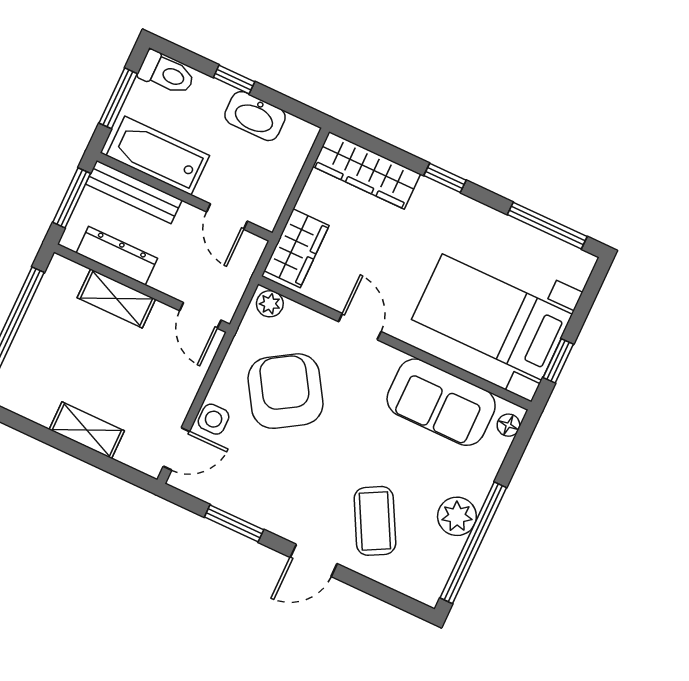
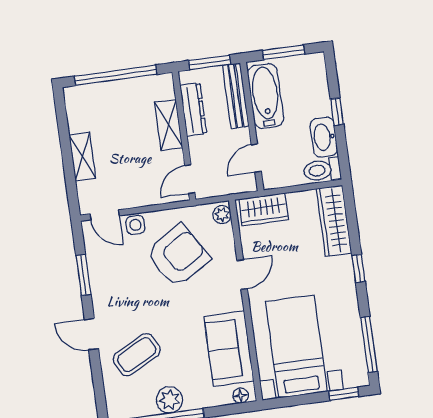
toilet: (167, 73) -> (322, 170), moved, turned 90
window: (558, 361) -> (344, 394), moved

